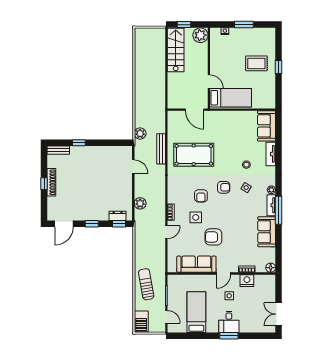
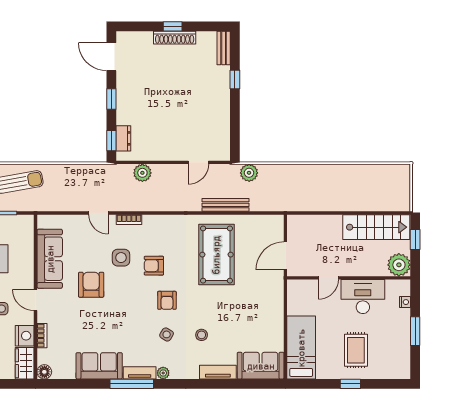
desk: (221, 59) -> (363, 297), added
bed: (231, 98) -> (301, 348), moved, turned 180
wardrobe: (265, 281) -> (25, 363), added

